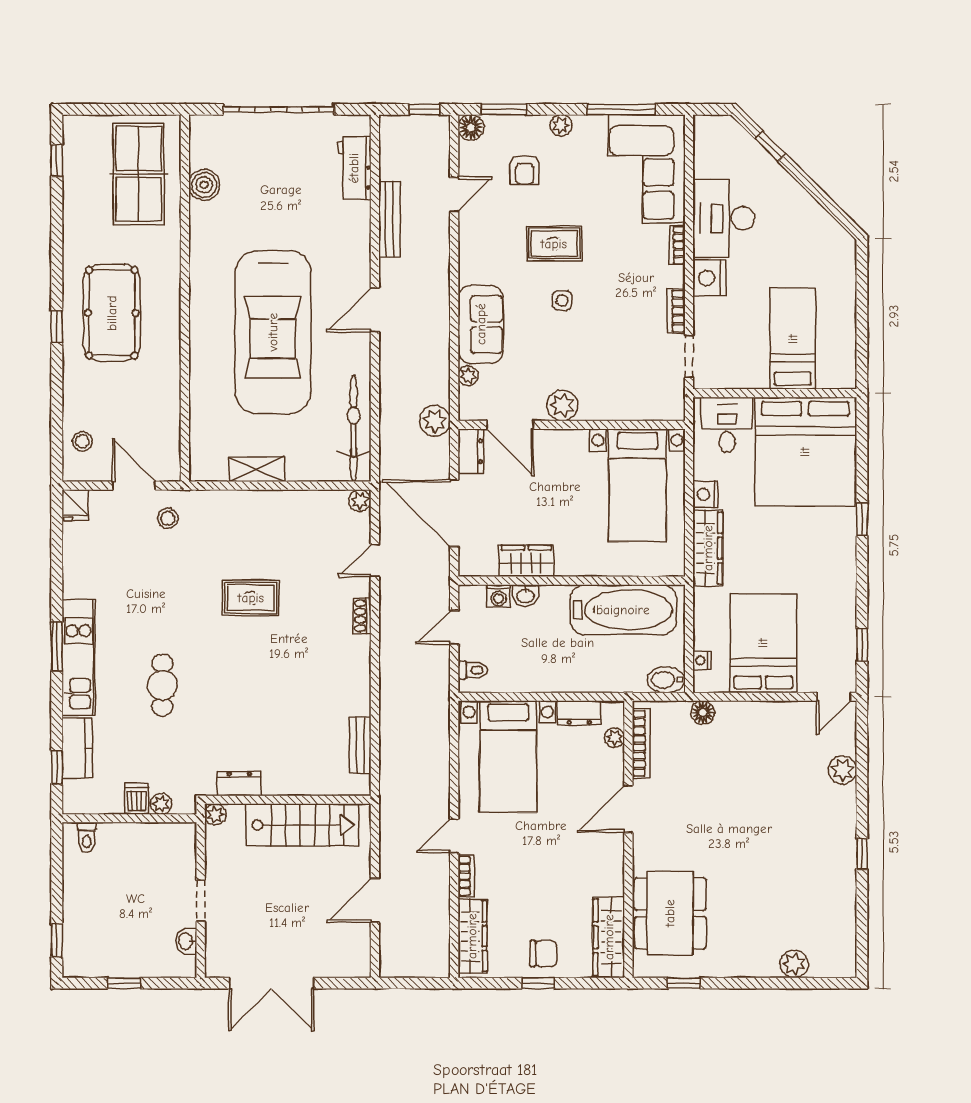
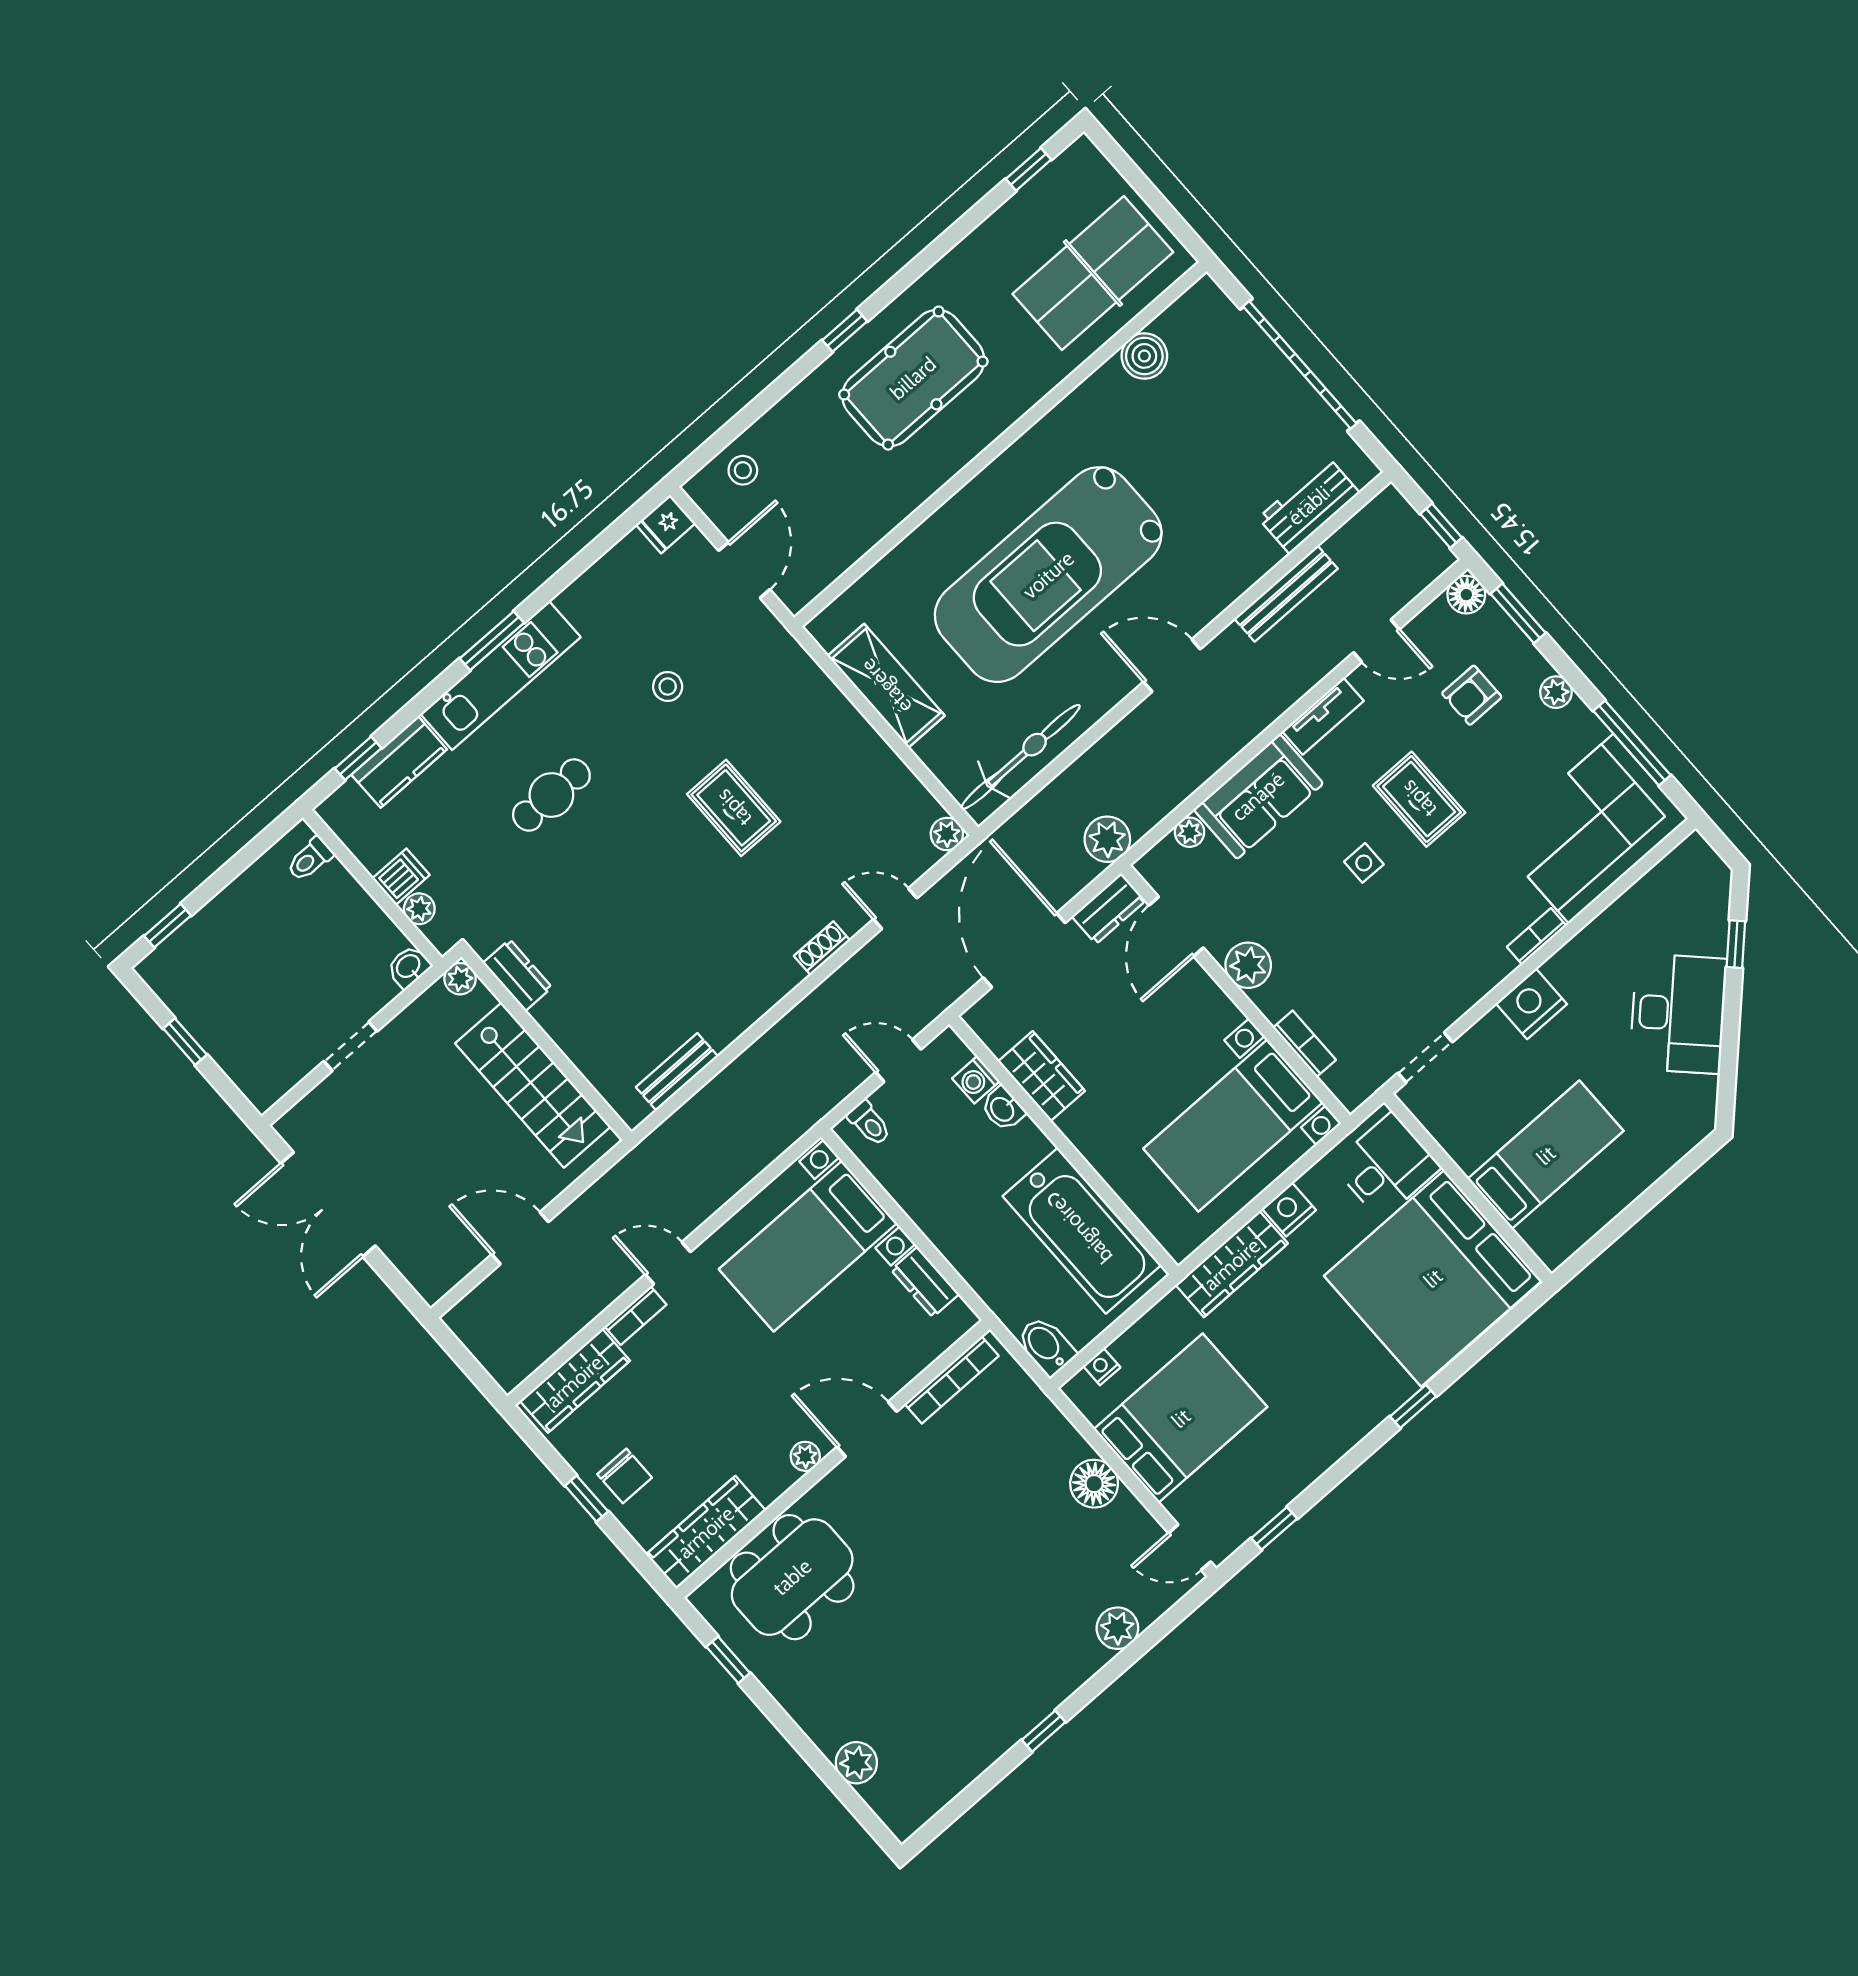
desk: (724, 218) -> (1678, 1014), moved, turned 135
tv unit: (469, 255) -> (1323, 716), added
bookcase: (676, 311) -> (1304, 1044), moved, turned 90
shelving: (257, 469) -> (886, 686), width x1.50, depth x1.33
stool: (168, 518) -> (668, 687), moved
floor lamp: (703, 713) -> (1094, 1484), moved, width x1.38, depth x1.38
plant: (614, 738) -> (805, 1456), moved
washbasin: (186, 941) -> (409, 967), moved

